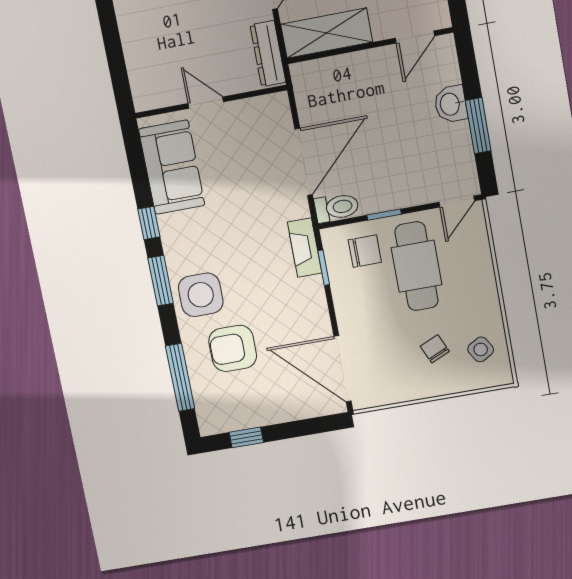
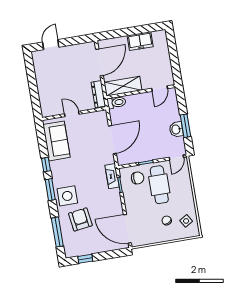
washbasin: (451, 104) -> (176, 129), moved
toilet: (337, 207) -> (116, 102), moved
armchair: (233, 348) -> (80, 219), turned 82

